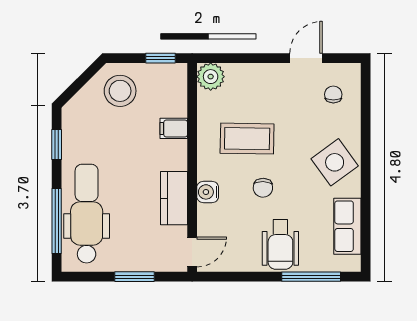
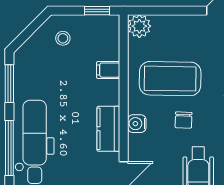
stool: (120, 91) -> (63, 38), width x0.53, depth x0.53
coffee table: (247, 139) -> (170, 79), width x1.36, depth x1.32
window: (57, 145) -> (9, 84), width x1.50

